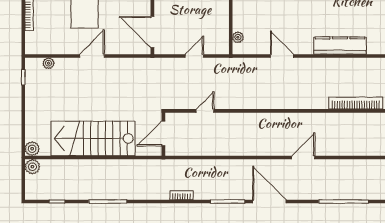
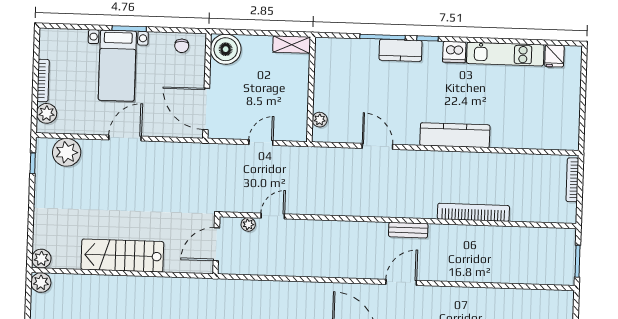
plant: (32, 39) -> (47, 113), added
plant: (48, 63) -> (67, 152), width x1.88, depth x1.88
plant: (187, 118) -> (248, 224), added
bench: (307, 118) -> (408, 230), added
stairs: (93, 138) -> (122, 255), width x0.73, depth x0.66

